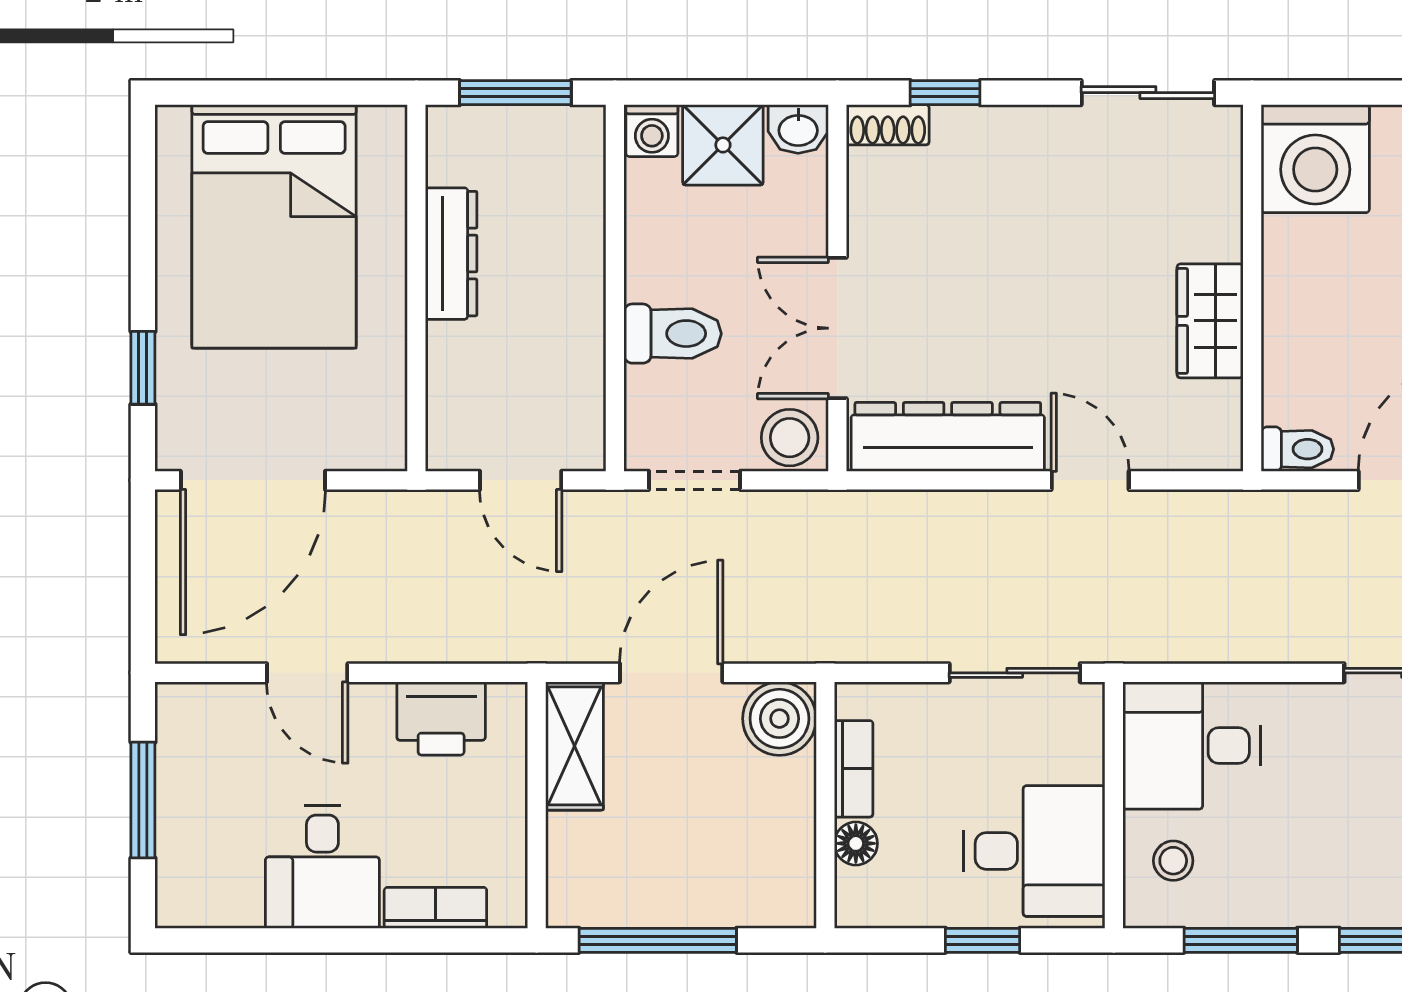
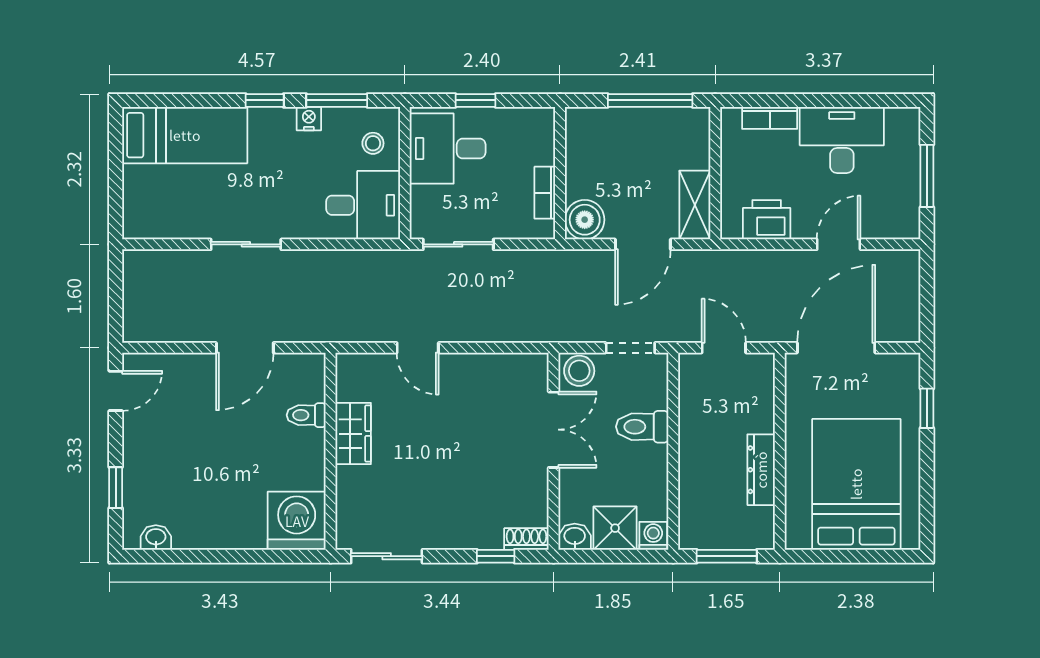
dresser: (948, 437) -> (494, 371), removed
toilet: (1297, 449) -> (306, 415), moved
door: (253, 480) -> (836, 348), moved
door: (307, 673) -> (839, 244), hinge flipped
floor lamp: (856, 843) -> (544, 153), removed
desk: (322, 867) -> (842, 140), width x1.37
nightstand: (1292, 907) -> (309, 119), added

